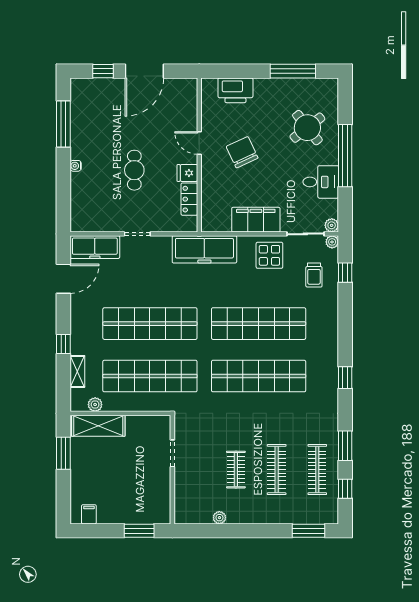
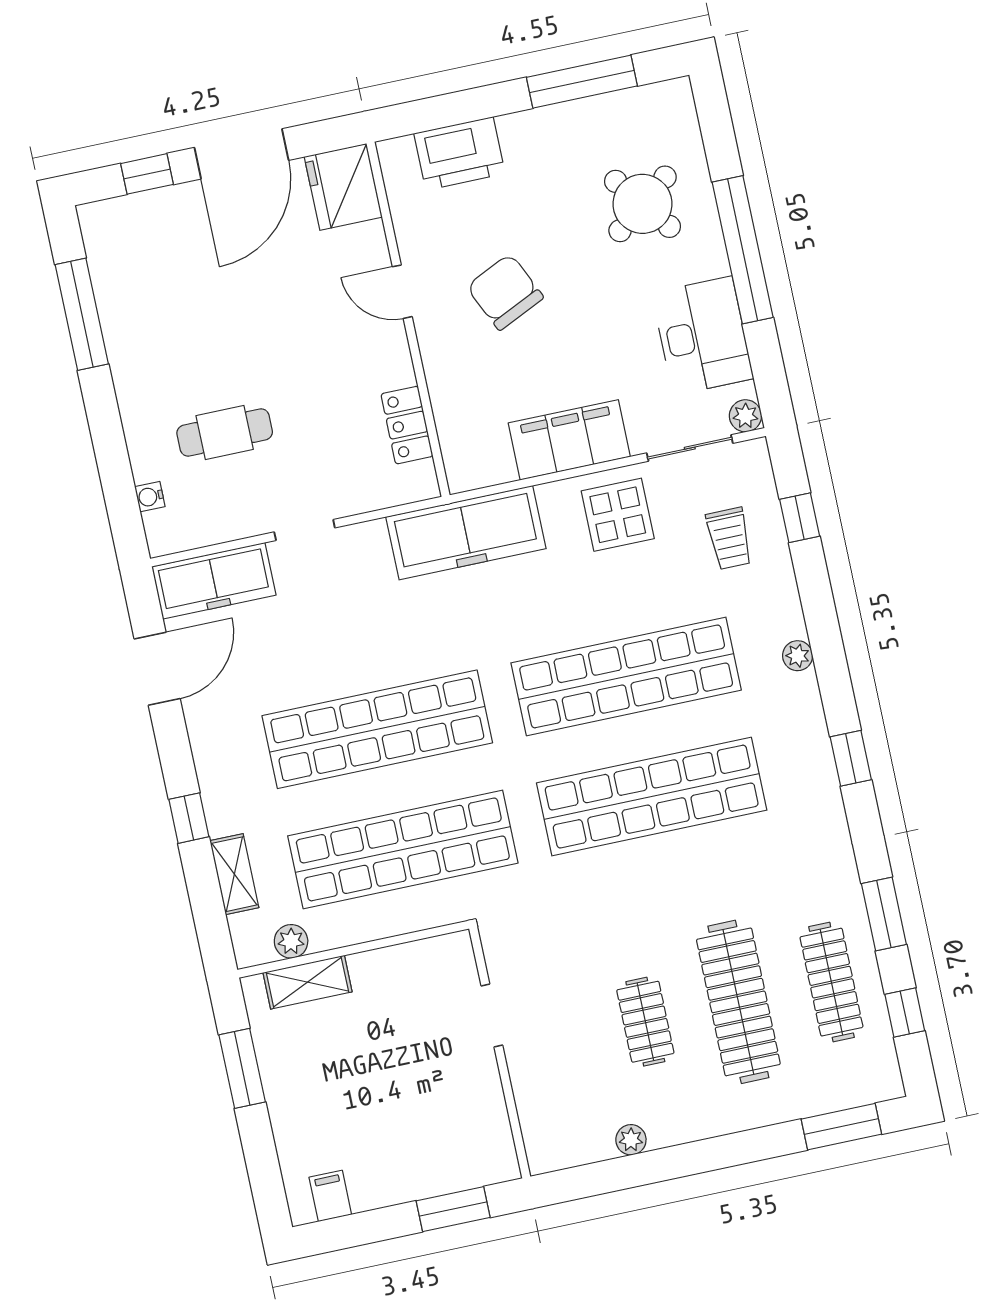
water cooler: (76, 166) -> (150, 497), moved
cafe table: (134, 170) -> (225, 432), moved, turned 90
fridge: (187, 173) -> (343, 187), moved, width x1.88, depth x1.34
desk: (321, 182) -> (703, 336), width x1.37
plant: (332, 242) -> (798, 656), moved
shelving: (98, 426) -> (307, 982), width x0.67, depth x0.75
clothes rail: (277, 470) -> (738, 1002), width x1.37, depth x1.31

